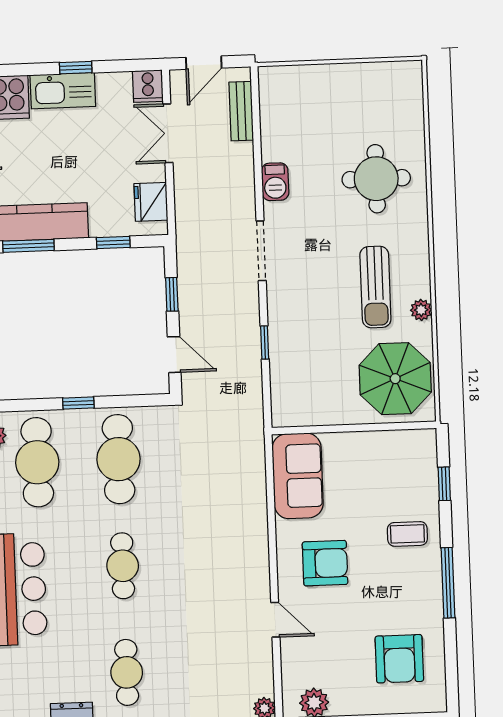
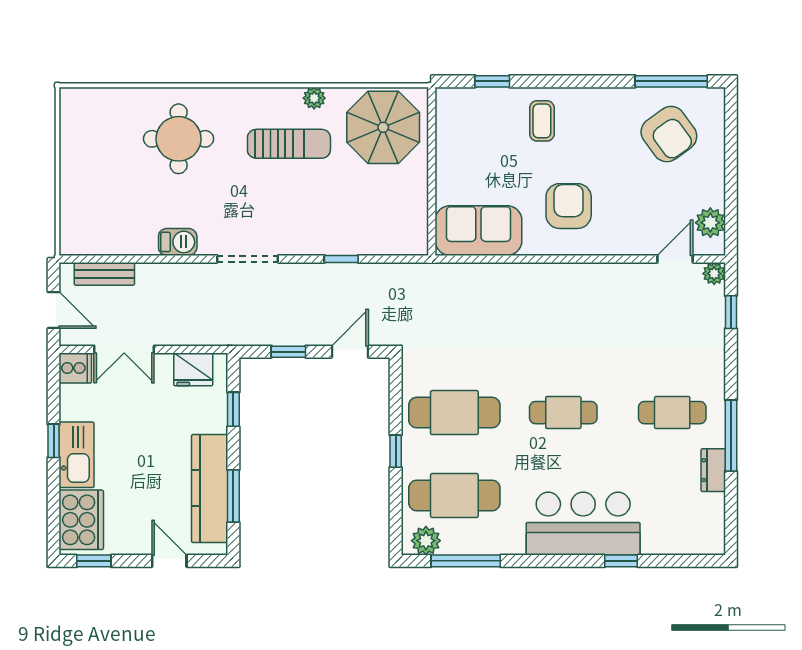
window: (448, 583) -> (671, 81), moved
door: (275, 620) -> (675, 259), moved
armchair: (399, 659) -> (669, 134), turned 54

